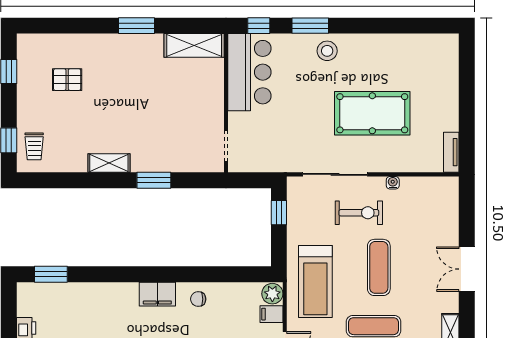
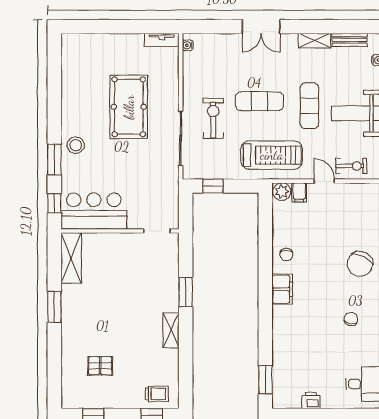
pallet: (67, 80) -> (100, 366), turned 90
water cooler: (393, 183) -> (188, 45), moved

